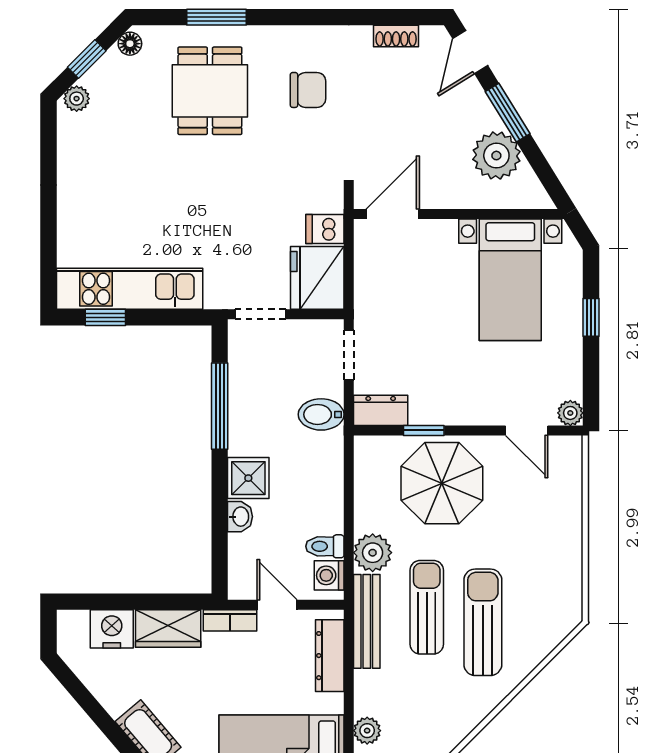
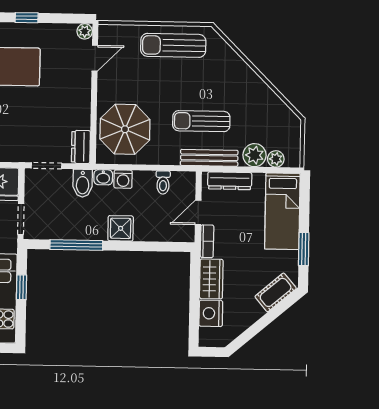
window: (105, 317) -> (21, 287), moved
window: (424, 430) -> (94, 121), removed
parasol: (442, 483) -> (125, 129), moved
washbasin: (240, 517) -> (103, 177), moved, turned 180
plant: (373, 553) -> (255, 155), moved
washing machine: (329, 575) -> (123, 179), moved
sun lounger: (483, 622) -> (173, 45), moved

